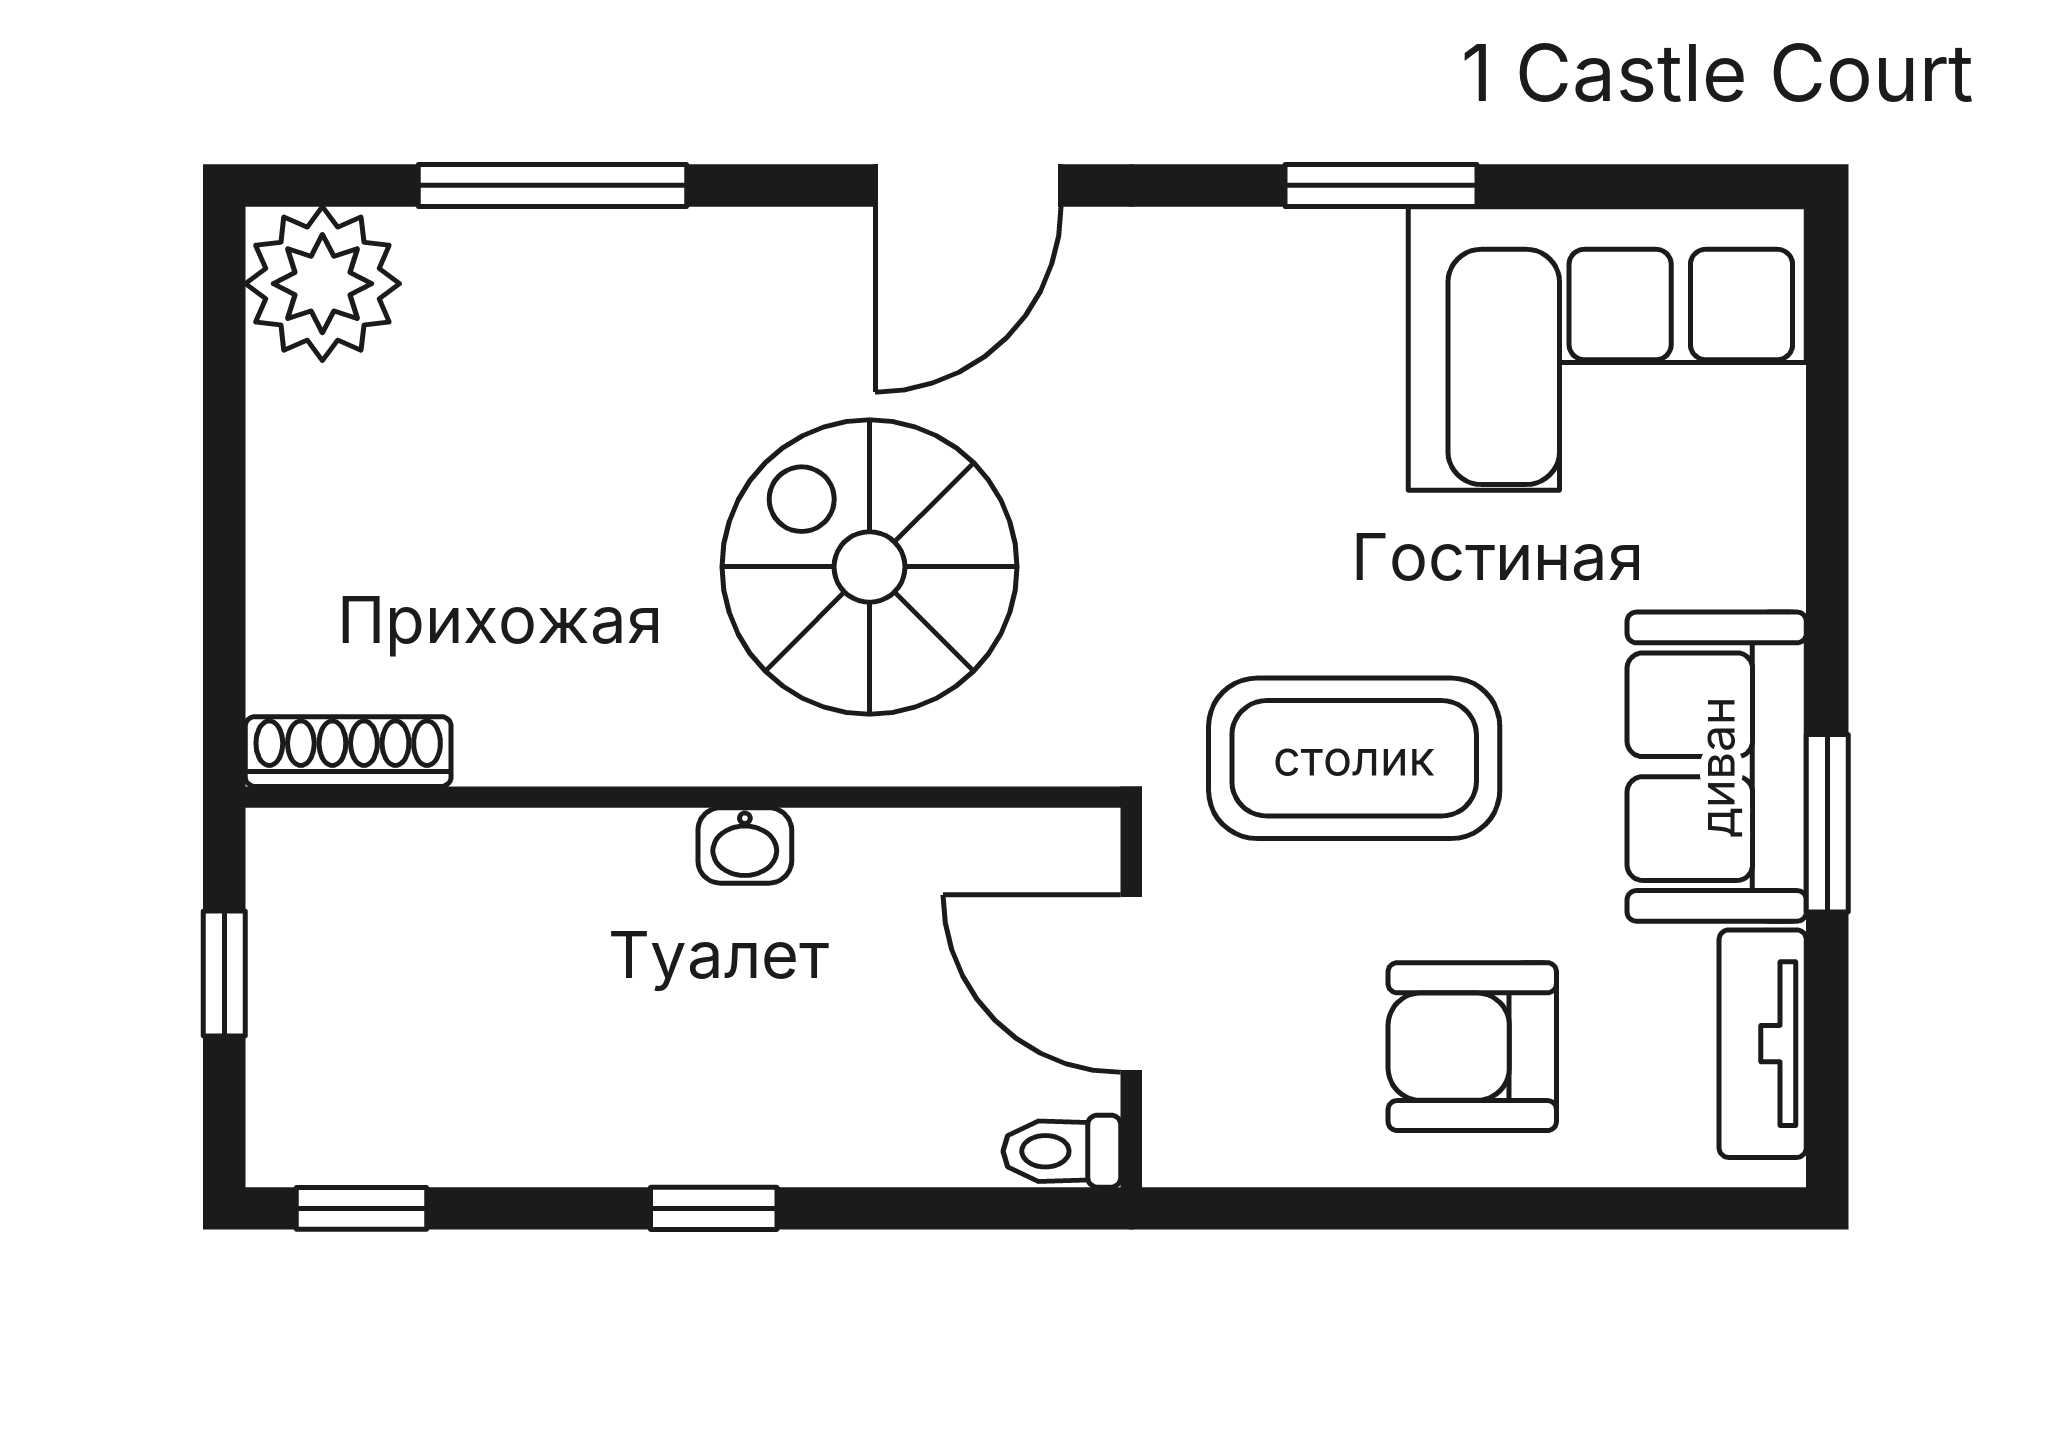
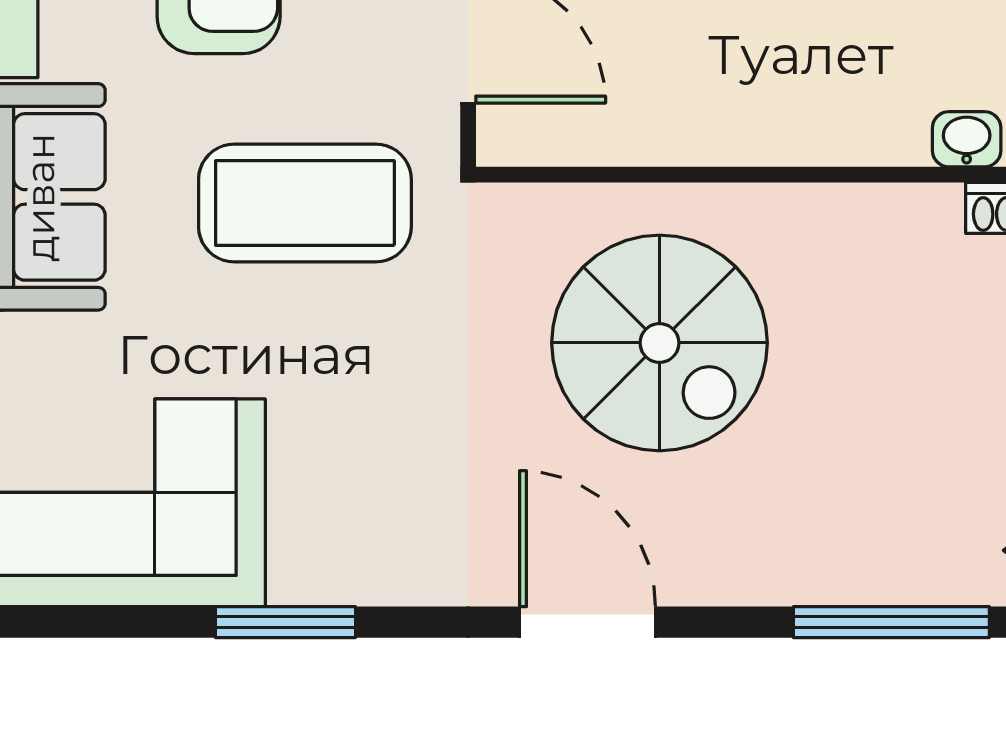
door: (968, 185) -> (587, 622), hinge flipped
washbasin: (745, 845) -> (967, 139), moved

